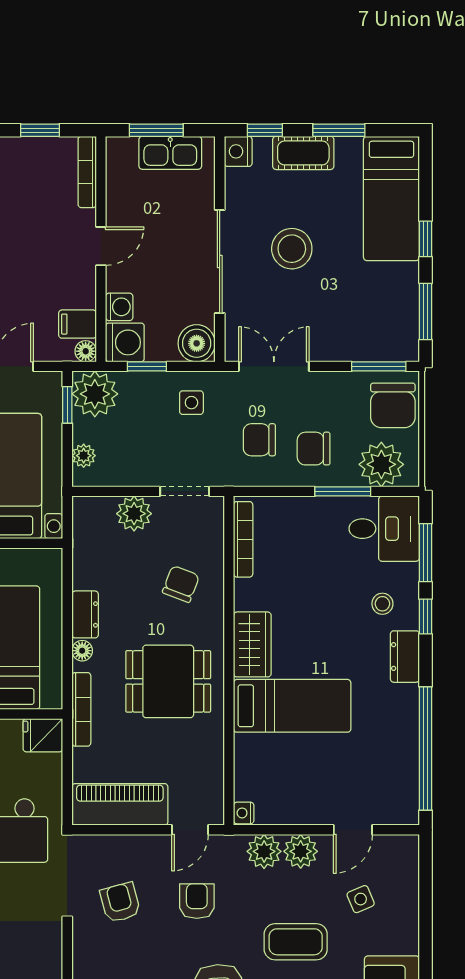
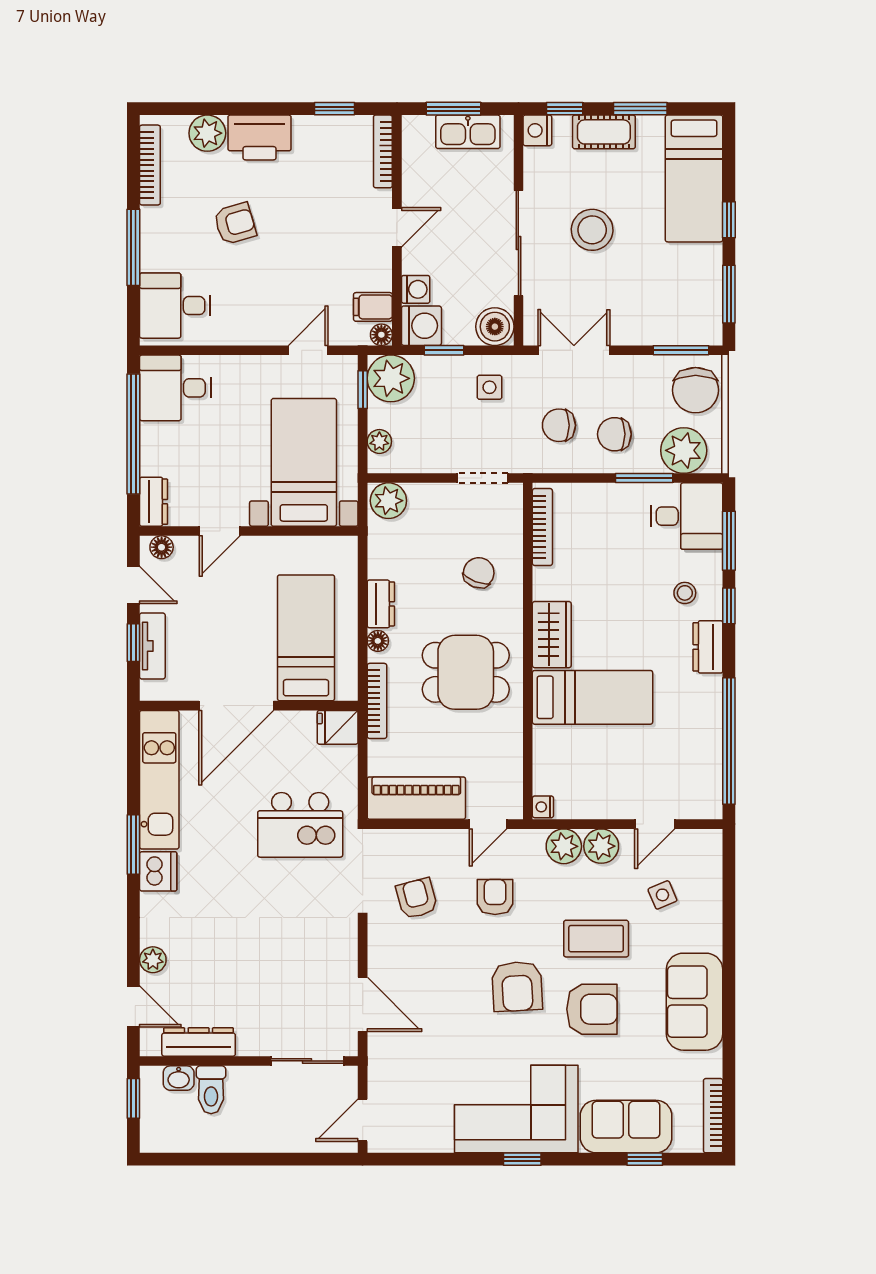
plant: (134, 514) -> (388, 501), moved

